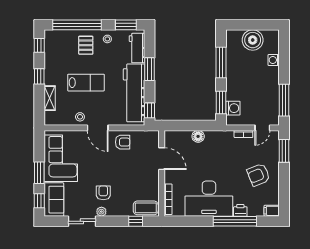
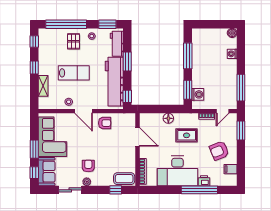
boiler: (253, 40) -> (232, 33), moved, width x0.54, depth x0.54
rug: (220, 157) -> (187, 135), added
filing cabinet: (272, 211) -> (230, 169), moved

